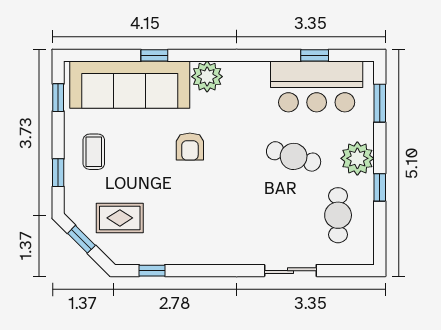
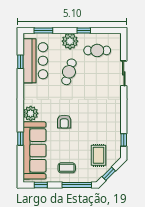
armchair: (190, 147) -> (64, 122), turned 90
window: (58, 173) -> (77, 185), width x2.17

